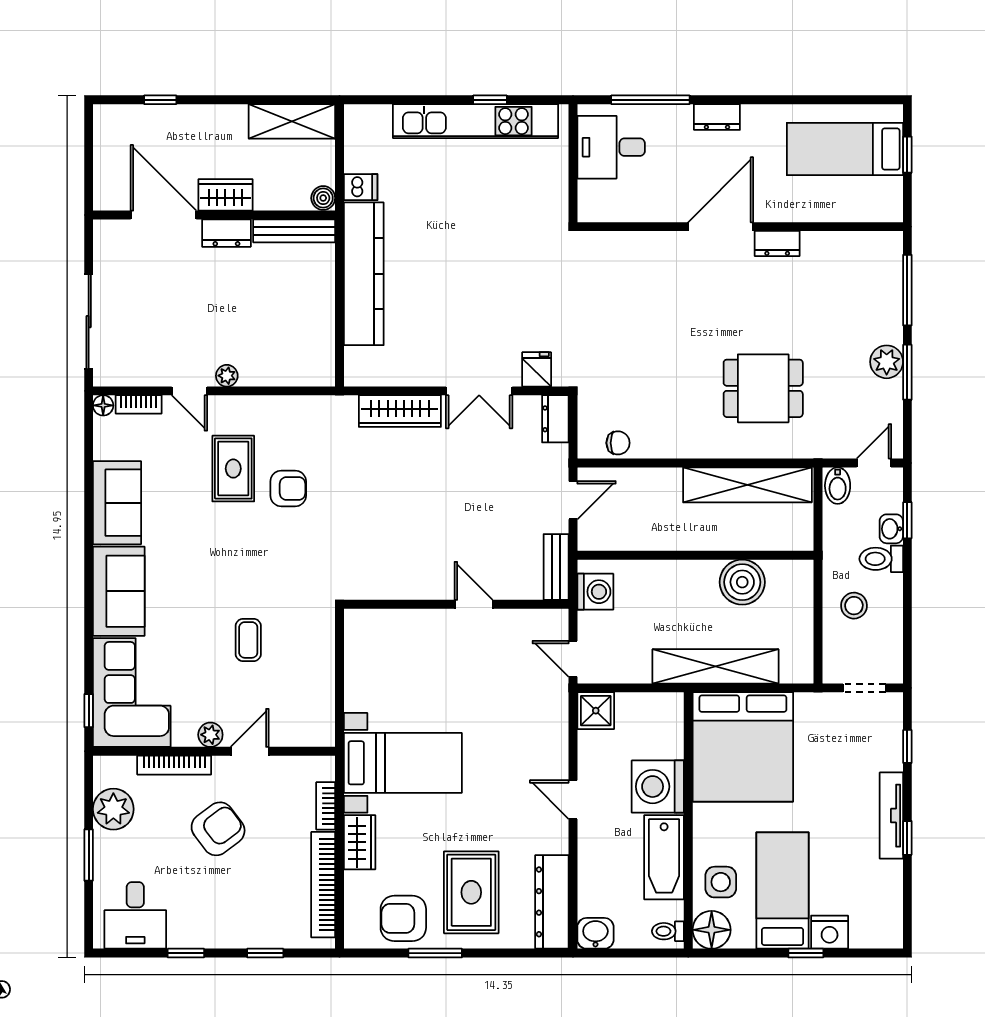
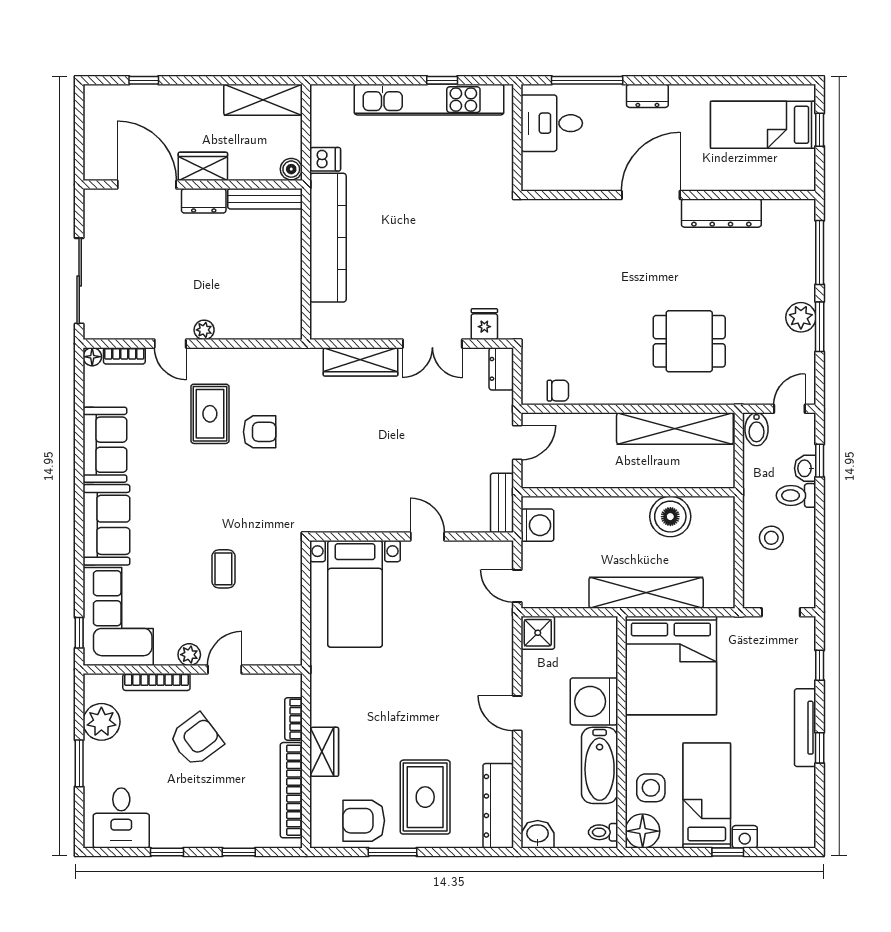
dresser: (777, 244) -> (721, 213), width x1.96, depth x1.24
bed with nightstands: (403, 763) -> (355, 594), moved, turned 90
nightstand: (830, 932) -> (745, 837), width x0.74, depth x0.75

